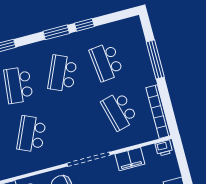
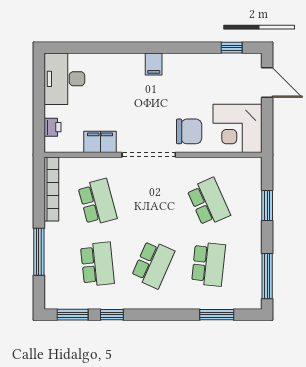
window: (56, 32) -> (73, 315), moved
school desk: (31, 134) -> (209, 202), turned -48
printer: (164, 148) -> (52, 127), moved, turned 90

